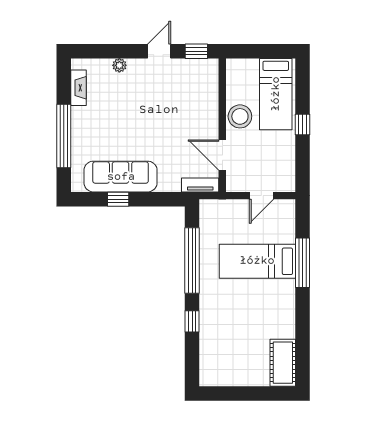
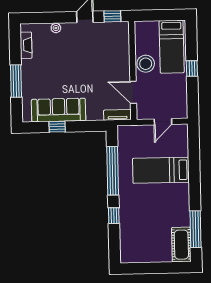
window: (64, 136) -> (16, 81), width x0.68
window: (302, 263) -> (196, 229), moved

